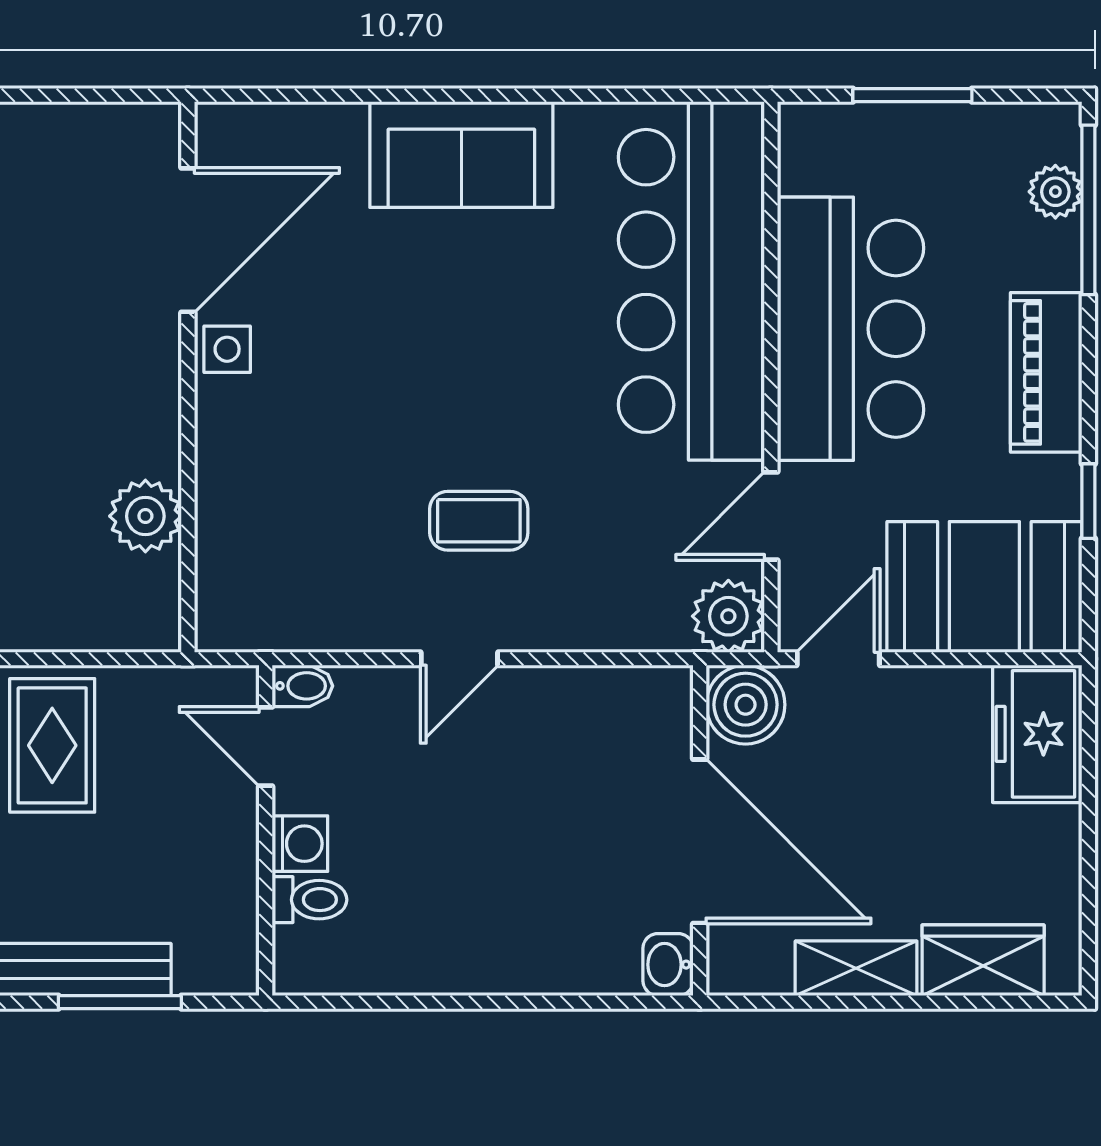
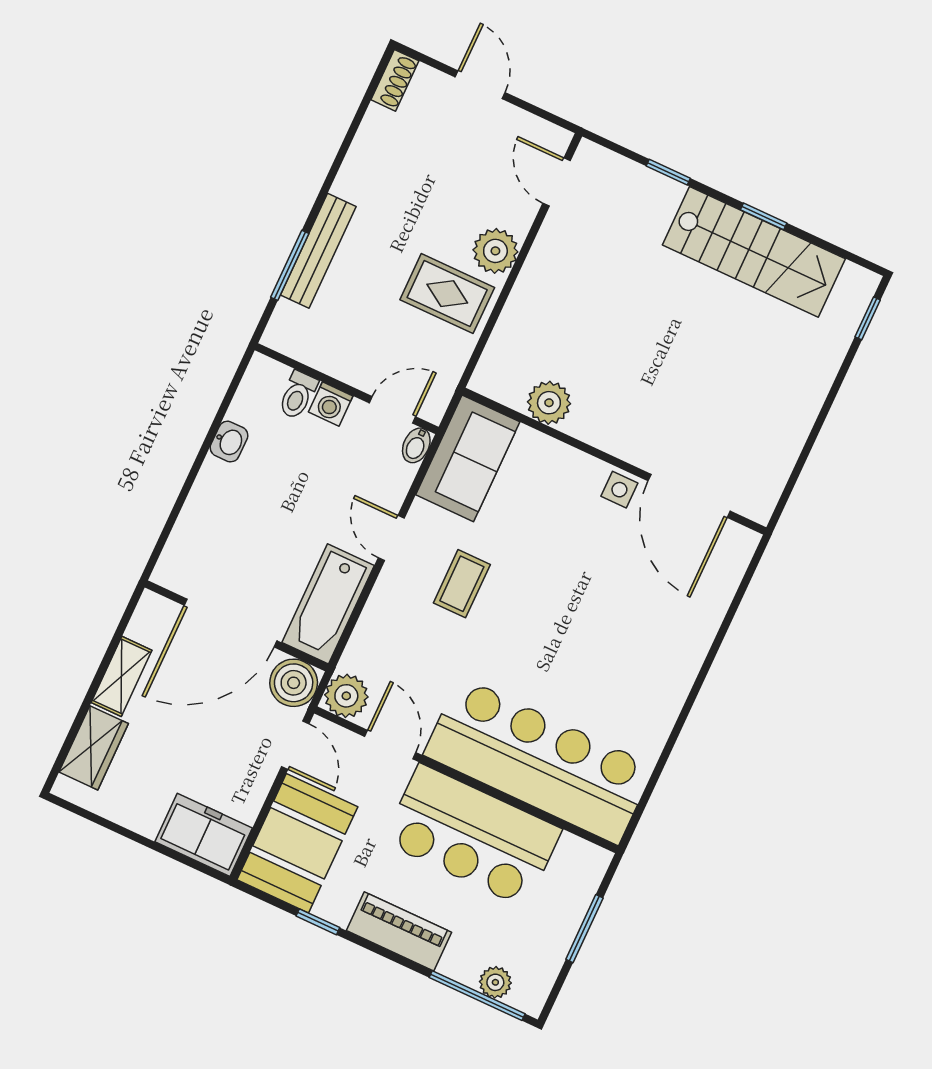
sofa: (461, 155) -> (468, 458), moved, turned 180
bathtub: (603, 708) -> (328, 604), added
washbasin: (668, 965) -> (229, 442), moved, turned 90

